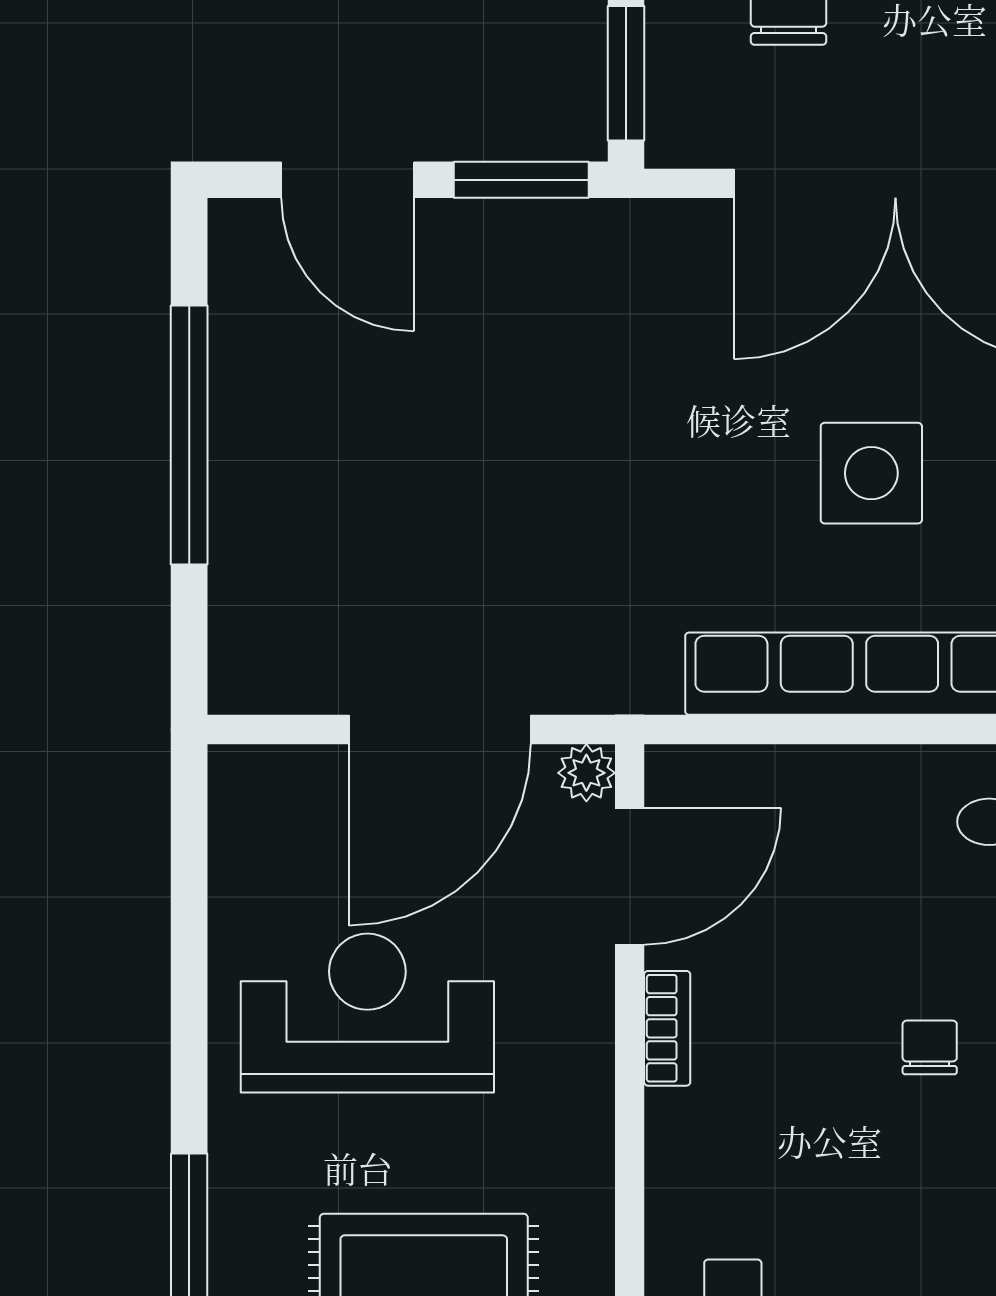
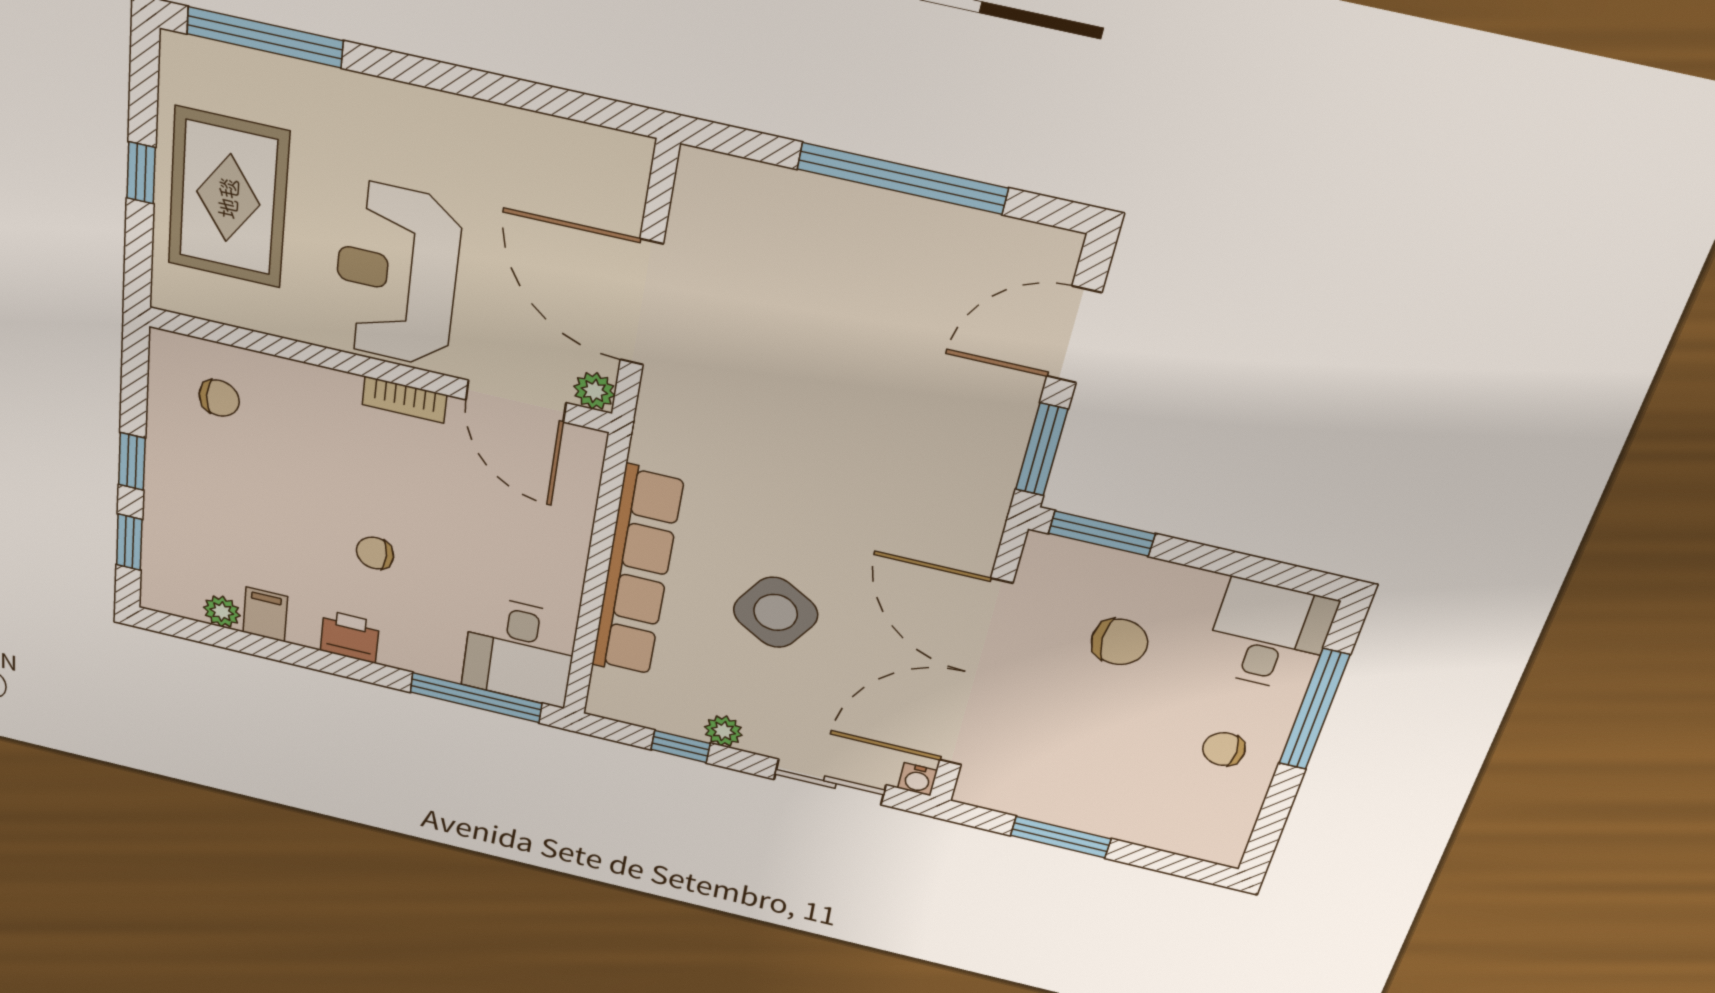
side table: (871, 473) -> (776, 612), turned 32
reception desk: (367, 1013) -> (396, 275), moved, turned 180
chair: (930, 1047) -> (375, 553), turned 180

